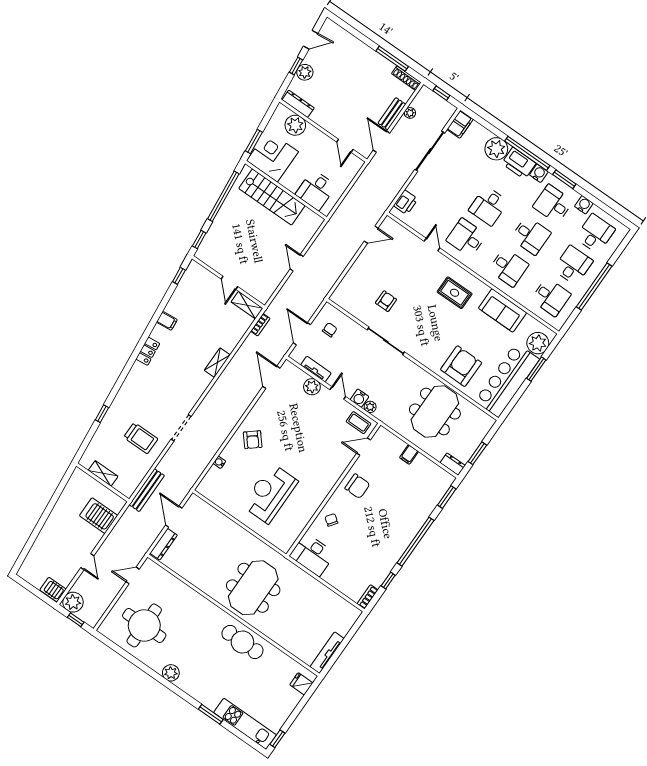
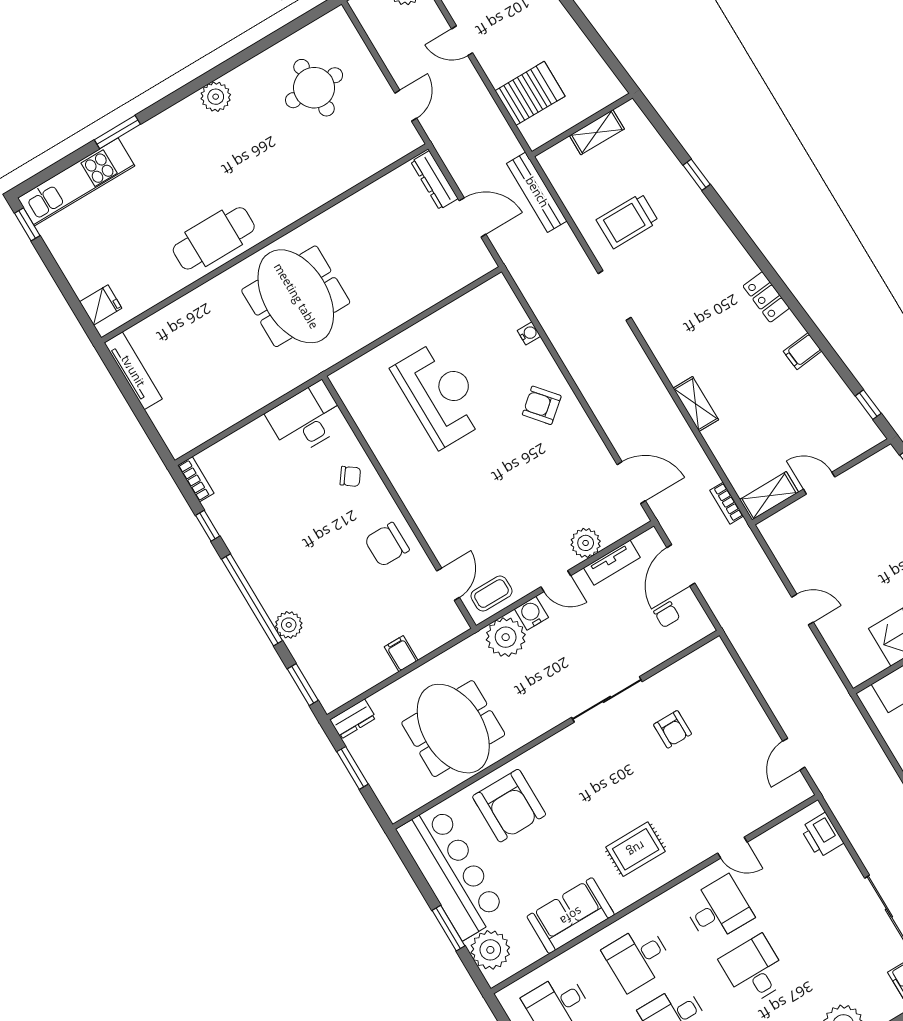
door: (302, 334) -> (681, 565), swing flipped
plant: (370, 407) -> (506, 637), width x1.87, depth x1.87
plant: (420, 517) -> (289, 625), added
round table: (144, 625) -> (314, 88), width x0.73, depth x0.73

